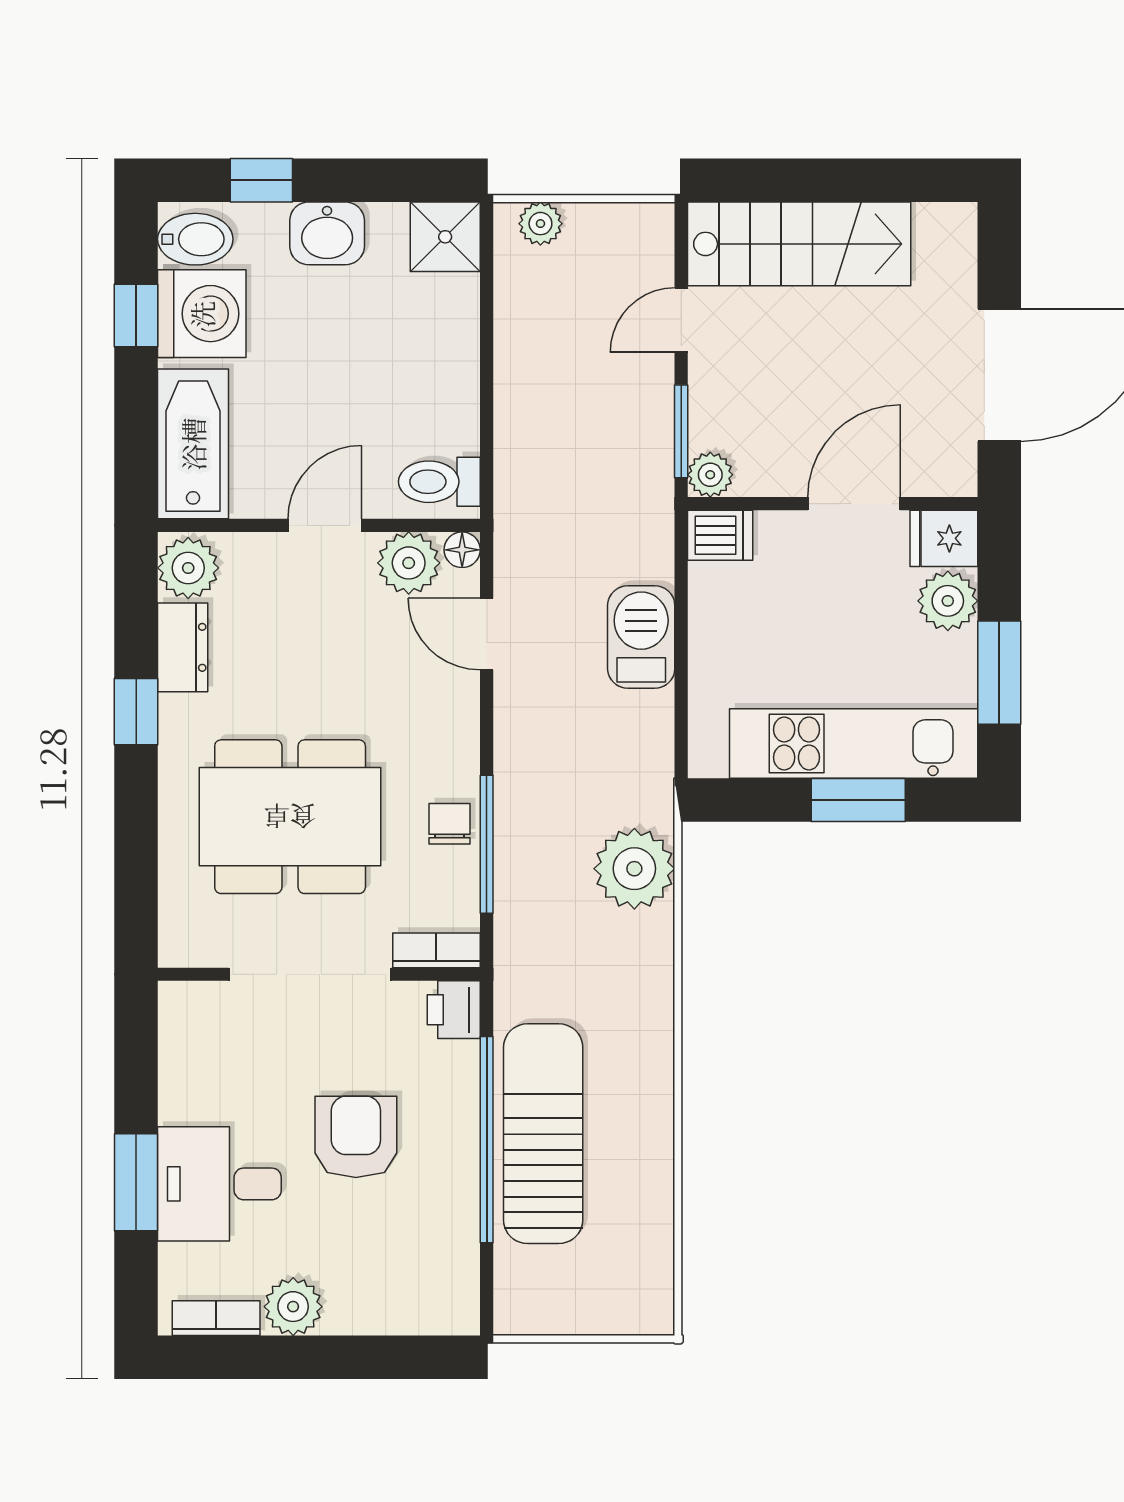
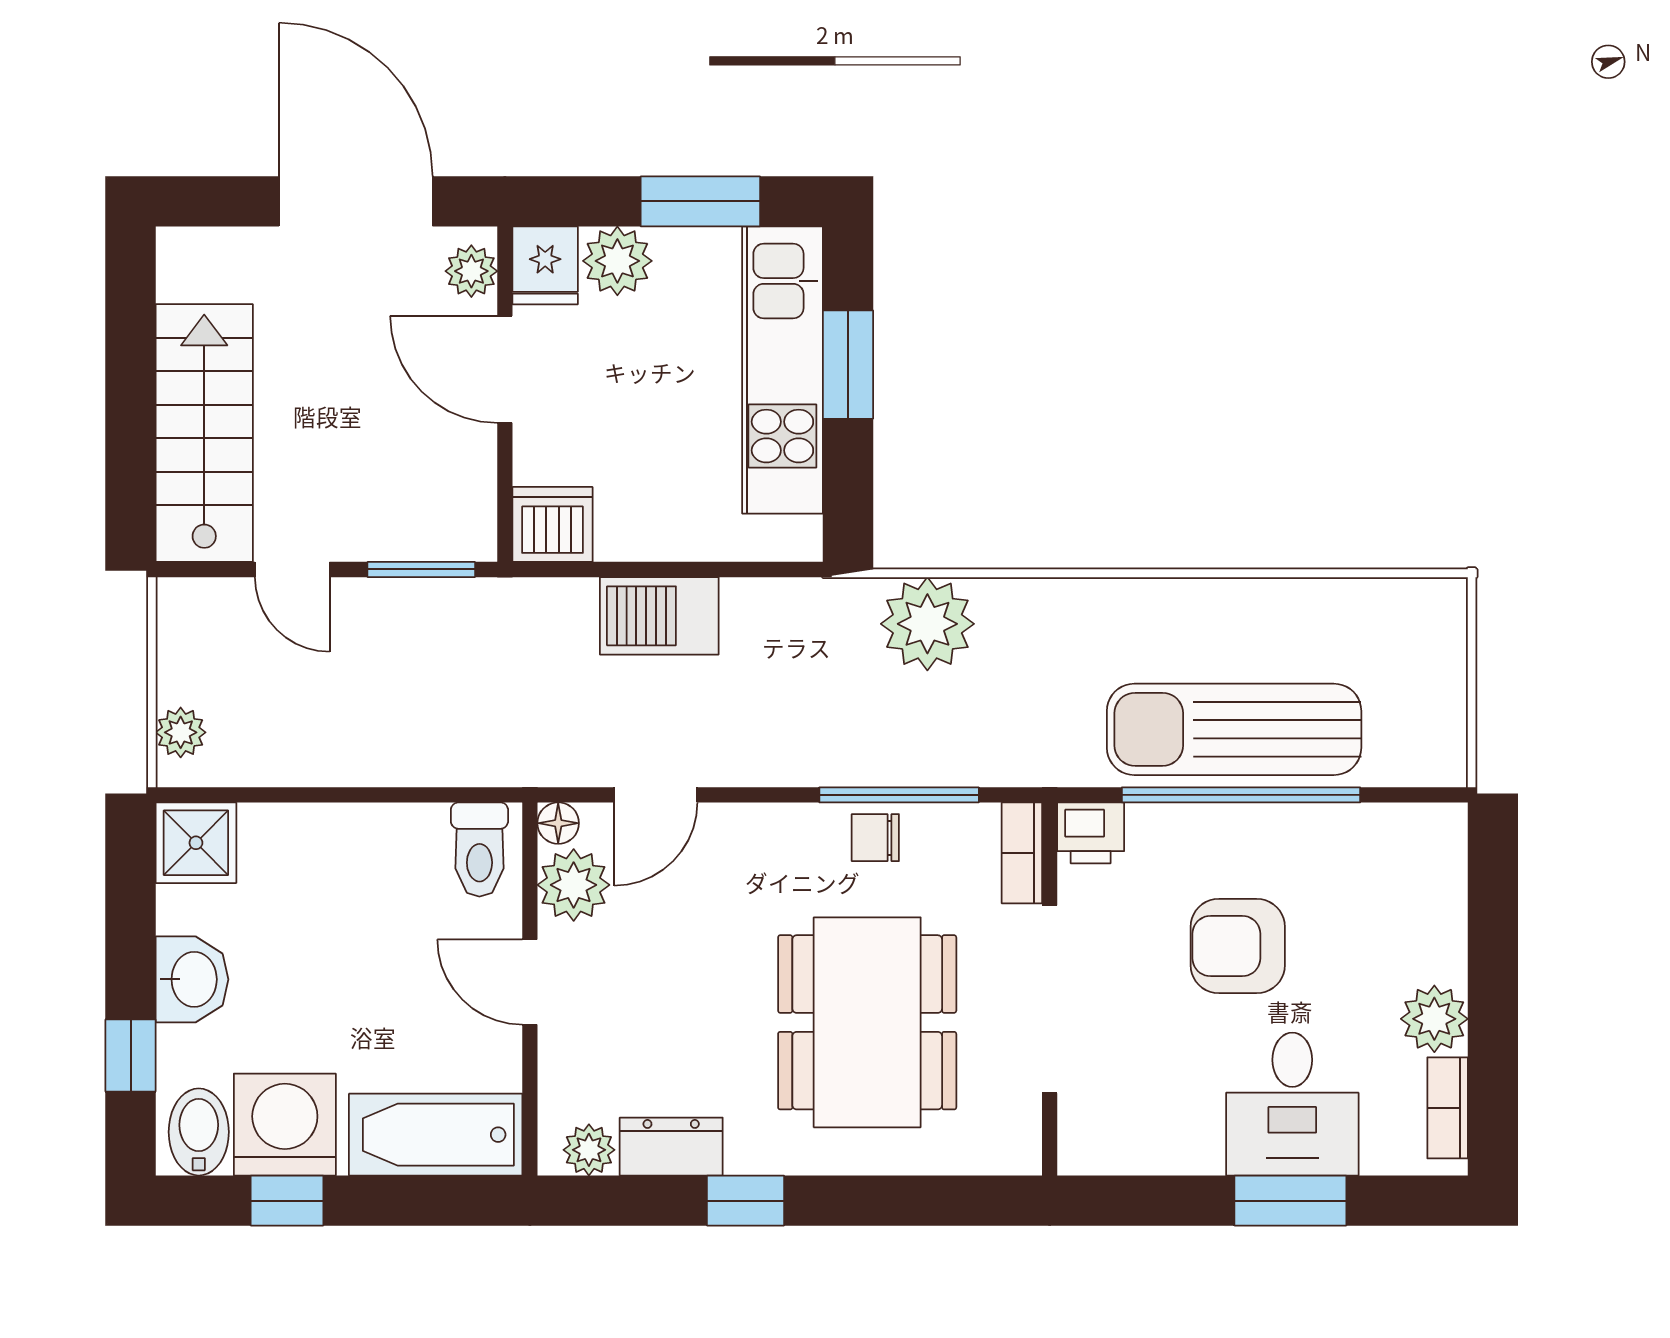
plant: (710, 475) -> (471, 271), moved
dishwasher: (720, 535) -> (553, 524), width x1.38
plant: (188, 568) -> (589, 1150), width x0.73, depth x0.73

